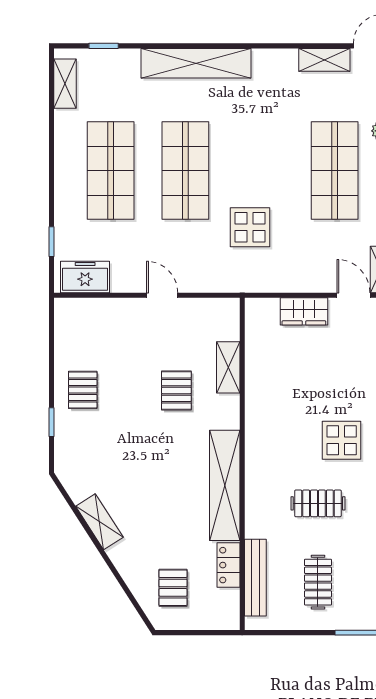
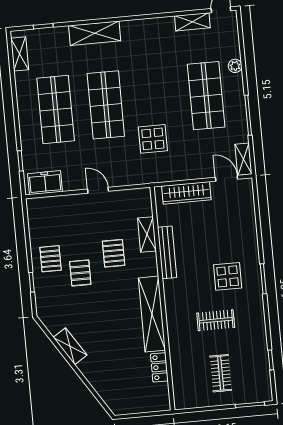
shelving: (196, 63) -> (95, 33), width x0.68
wardrobe: (304, 311) -> (186, 193), width x1.50
bench: (255, 578) -> (167, 252), moved
pallet: (173, 588) -> (80, 273), moved

